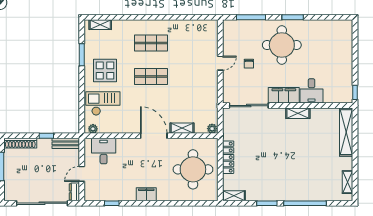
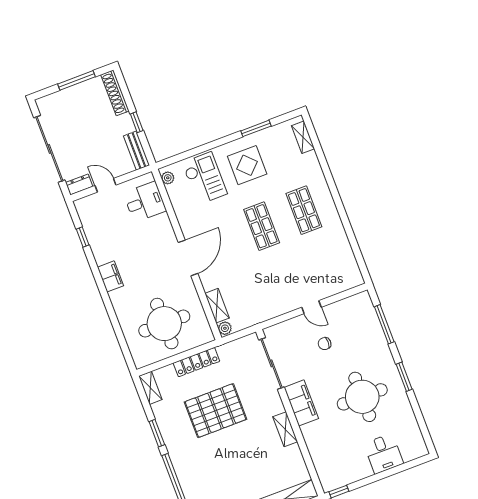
round table: (282, 45) -> (362, 397), moved
desk: (312, 91) -> (384, 454), moved, turned -90
shelving: (182, 128) -> (217, 306), moved
pallet: (267, 157) -> (216, 411), added

